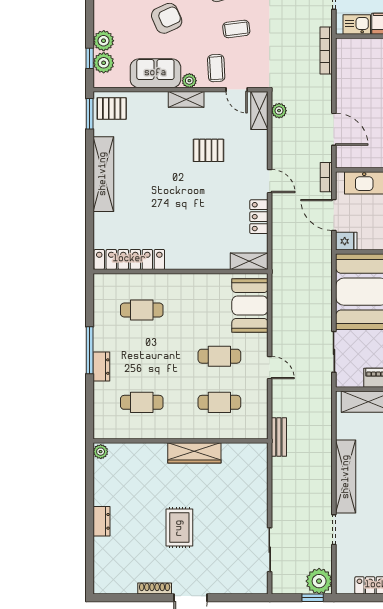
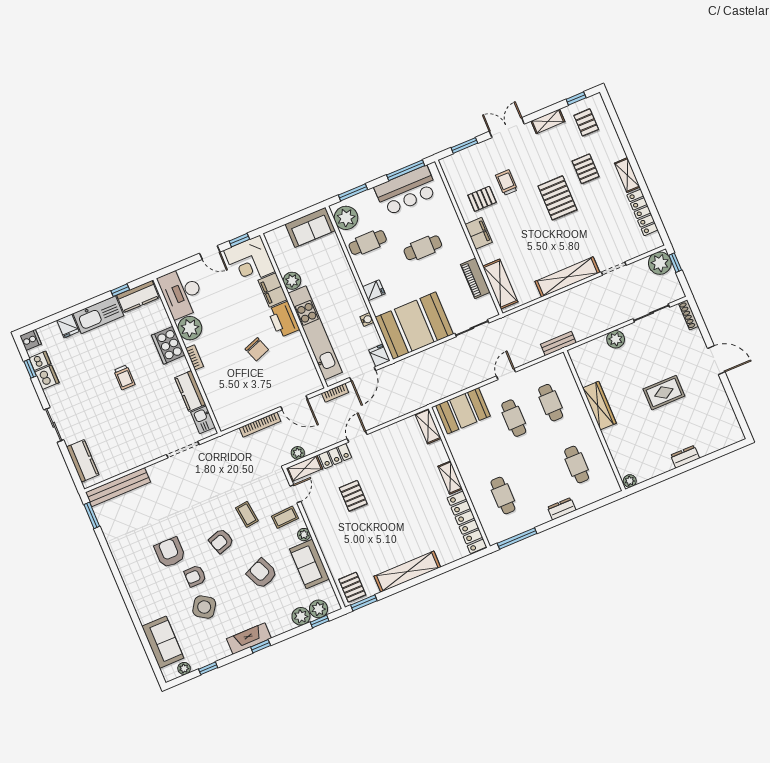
bookcase: (326, 51) -> (260, 425), moved
shelving: (186, 99) -> (450, 478), moved
door: (334, 129) -> (294, 403), swing flipped
locker: (259, 217) -> (335, 456), moved
window: (90, 350) -> (517, 538), moved
plant: (258, 500) -> (616, 339), added
shoe rack: (155, 588) -> (688, 315), moved

